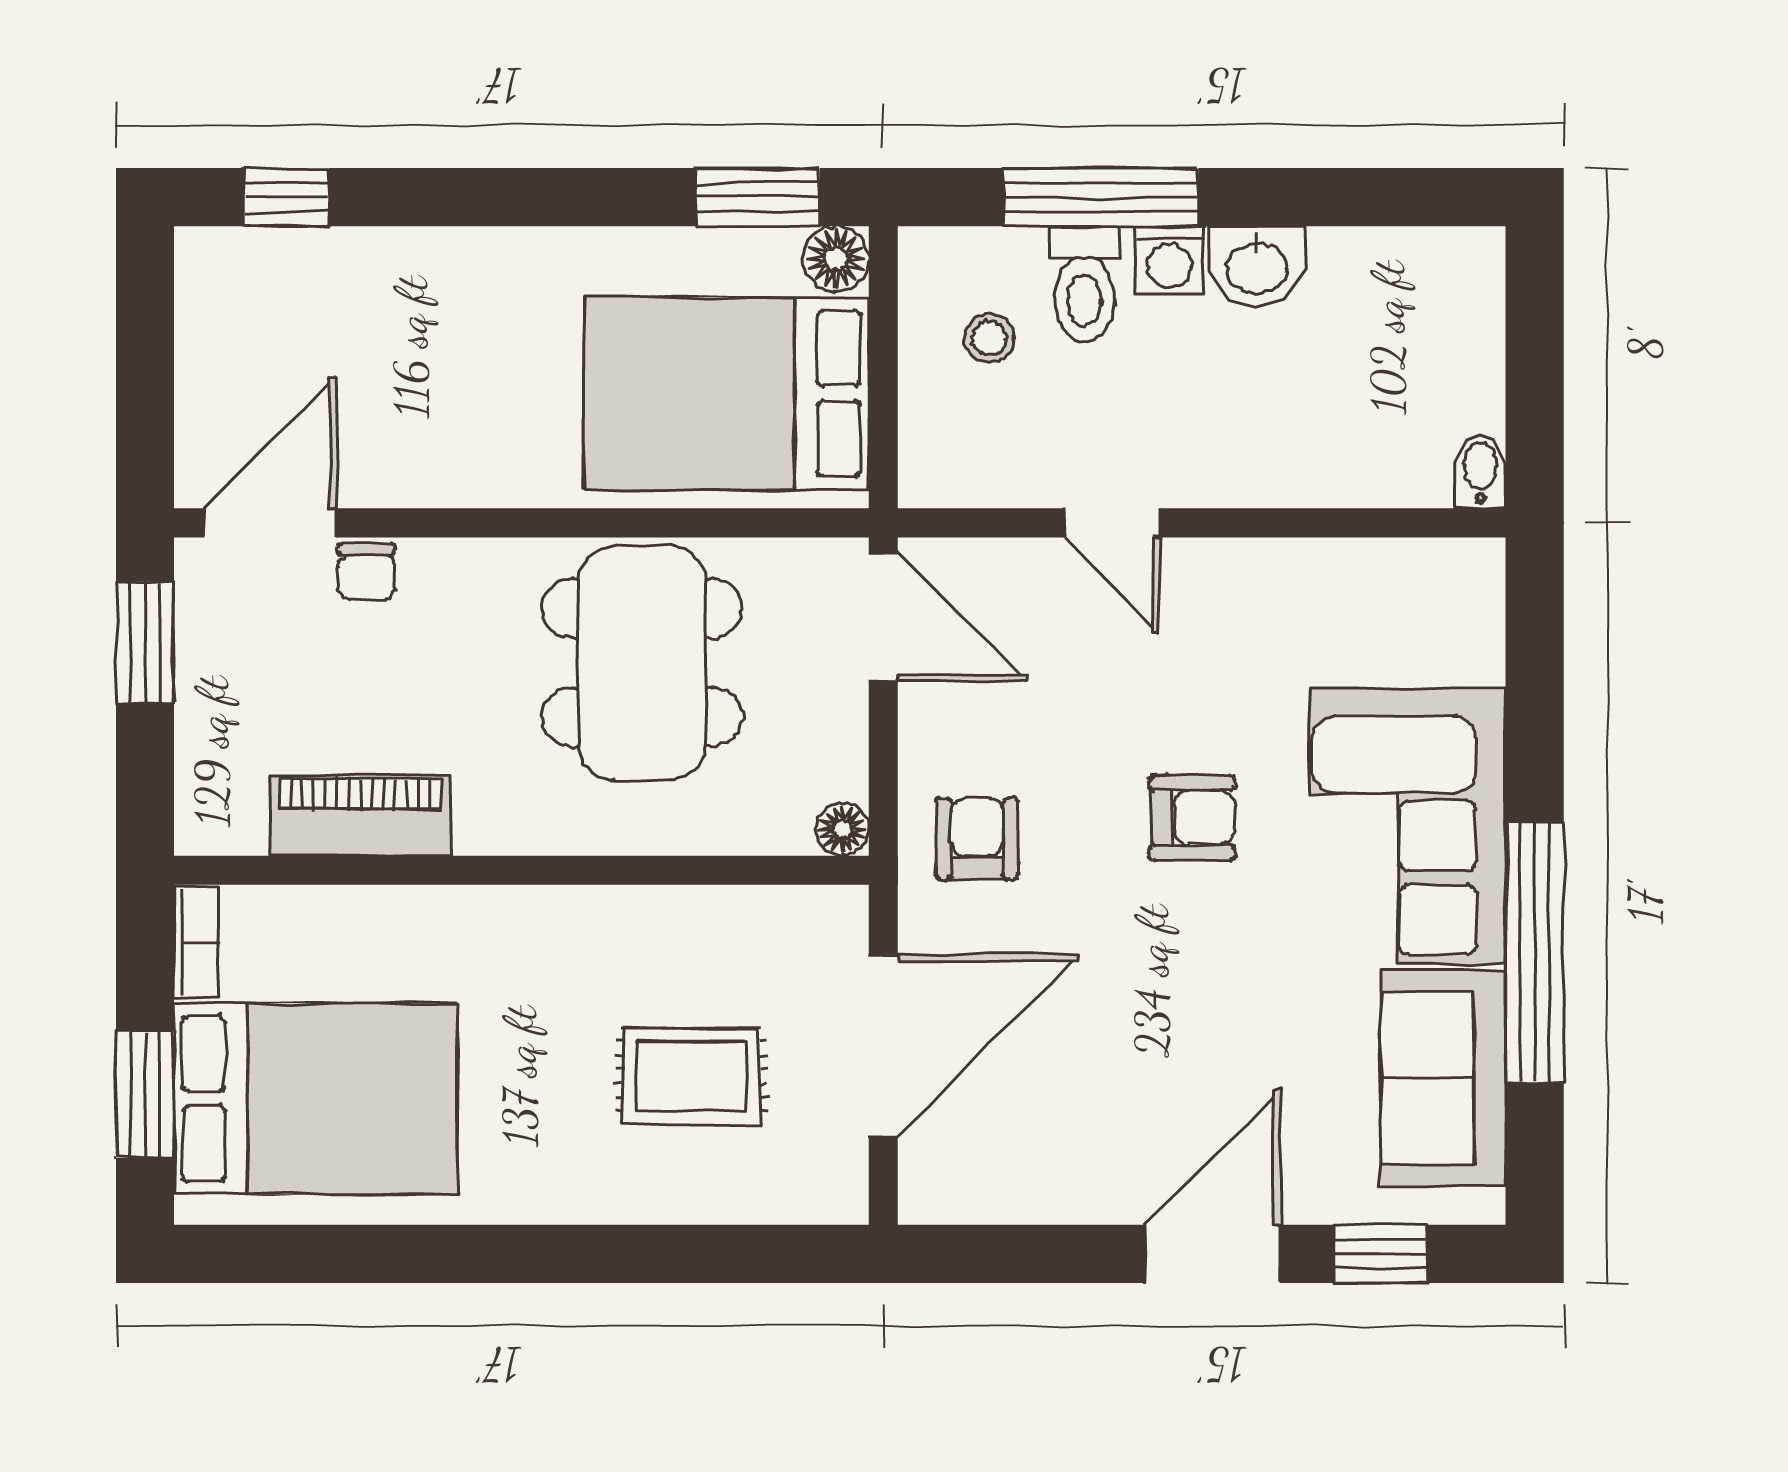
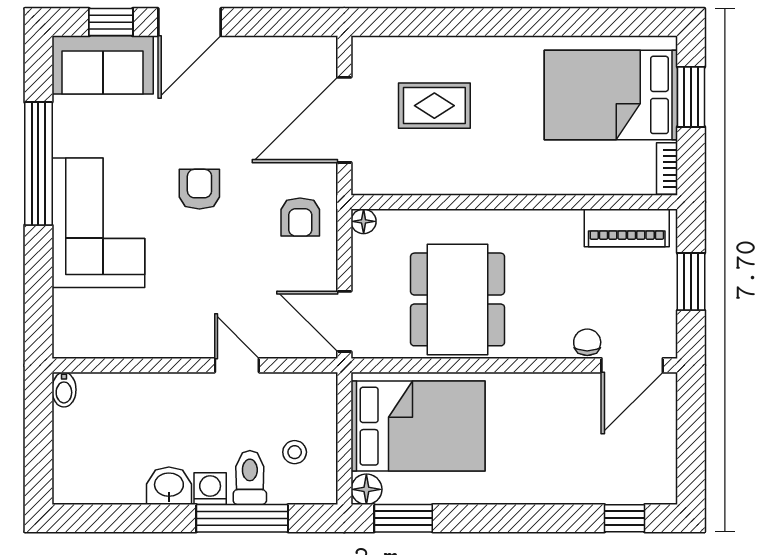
window: (145, 642) -> (691, 282), moved
piano: (360, 815) -> (627, 228), moved
armchair: (1192, 818) -> (199, 189), moved, turned 90
sofa: (1443, 1078) -> (103, 65), moved, turned 90

